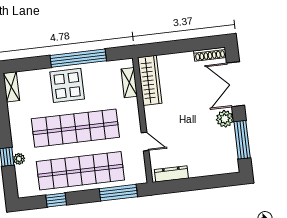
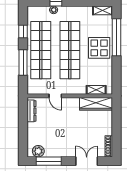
window: (78, 58) -> (117, 37), moved
double door: (236, 84) -> (87, 161), width x0.73
plant: (225, 119) -> (38, 151), moved
door: (145, 142) -> (55, 96), hinge flipped
window: (118, 193) -> (23, 63), moved

